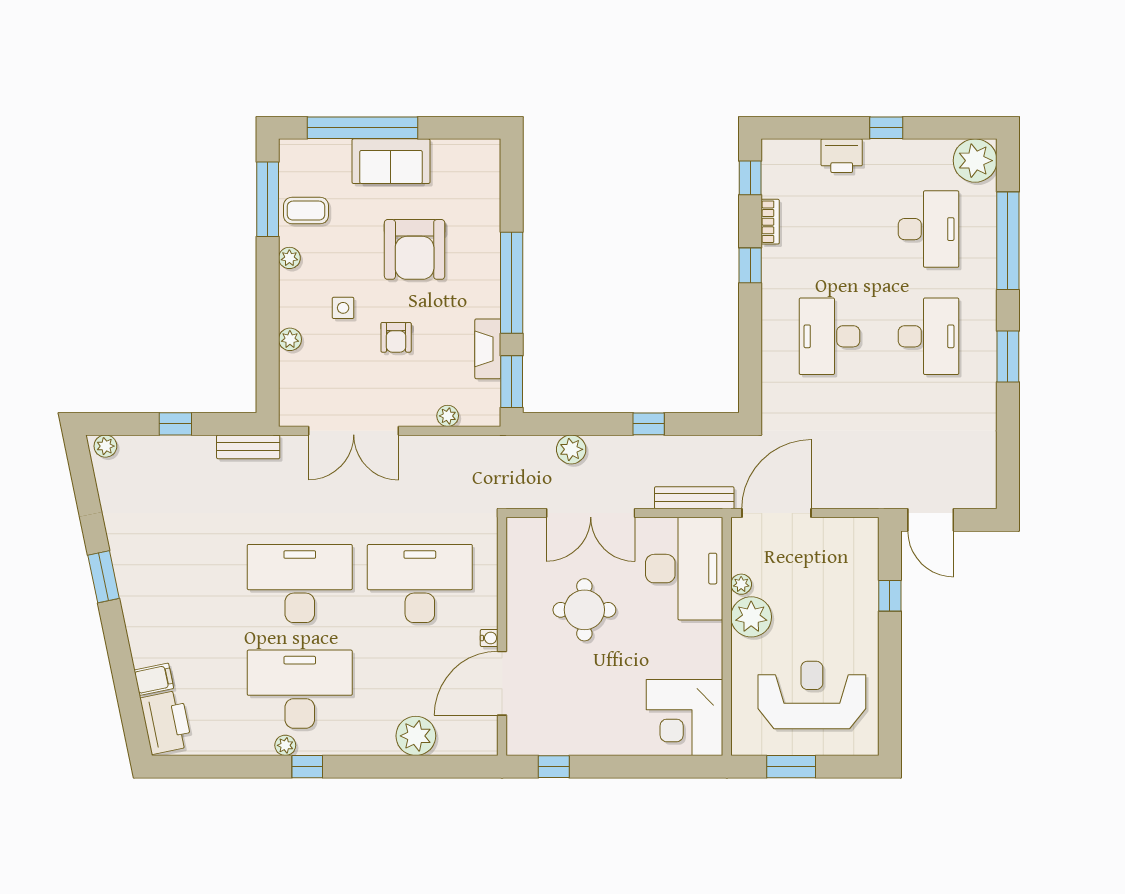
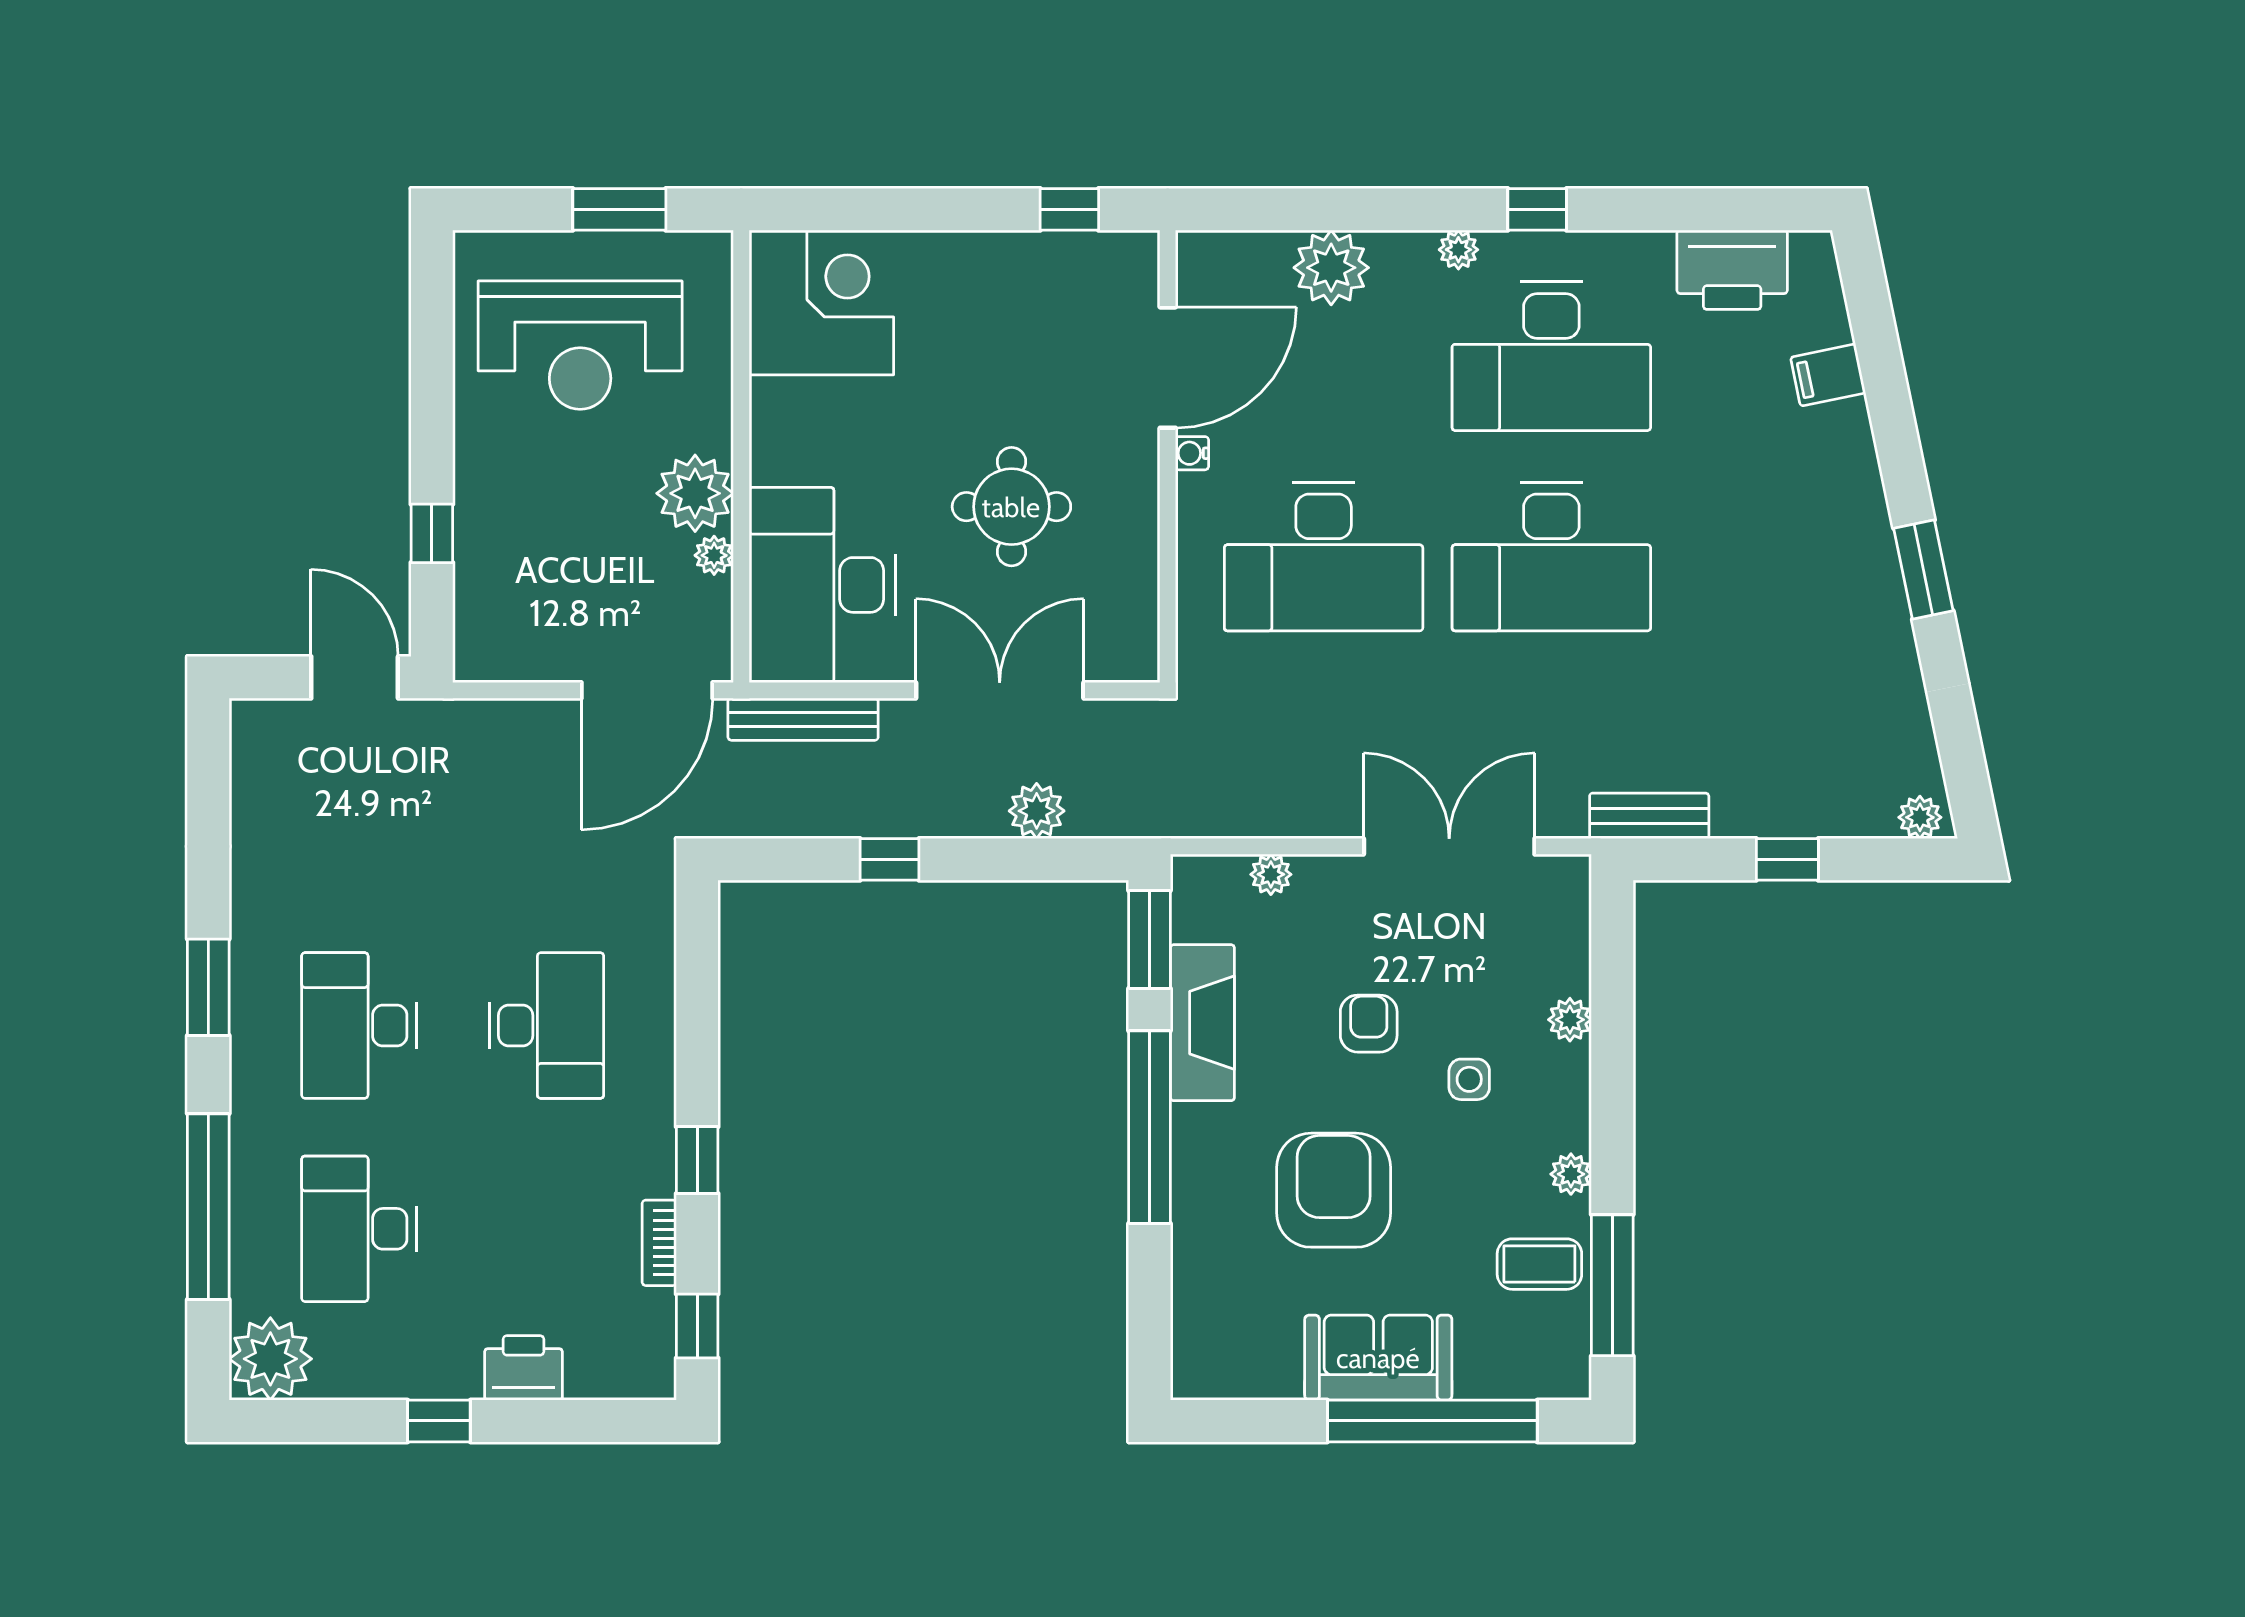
fireplace: (488, 349) -> (1202, 1023), width x1.37, depth x1.32
printer: (166, 722) -> (1732, 270), moved, turned -78
plant: (285, 745) -> (1458, 250), moved

